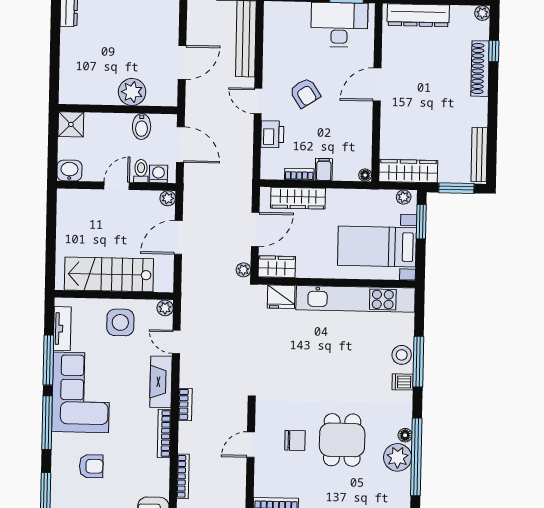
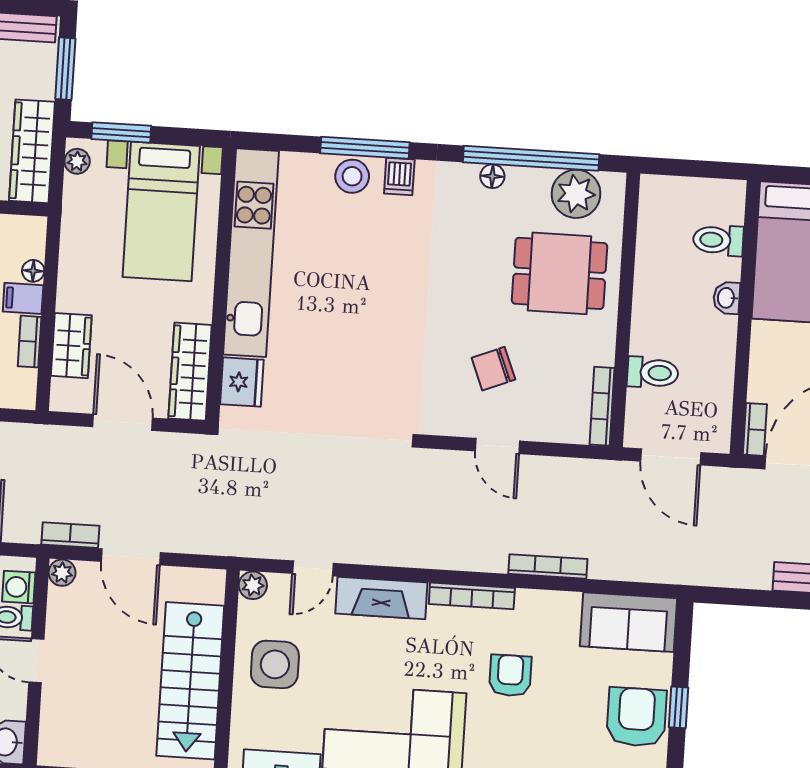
floor lamp: (365, 175) -> (33, 271), moved
wardrobe: (298, 198) -> (71, 346), width x0.67
wardrobe: (277, 267) -> (190, 372), width x1.50
plant: (243, 270) -> (192, 446), removed
bookcase: (185, 404) -> (70, 535), moved
chair: (295, 440) -> (493, 369), turned -112
dining table: (342, 440) -> (560, 273), moved
plant: (398, 457) -> (576, 194), moved
armchair: (91, 466) -> (510, 676), moved

